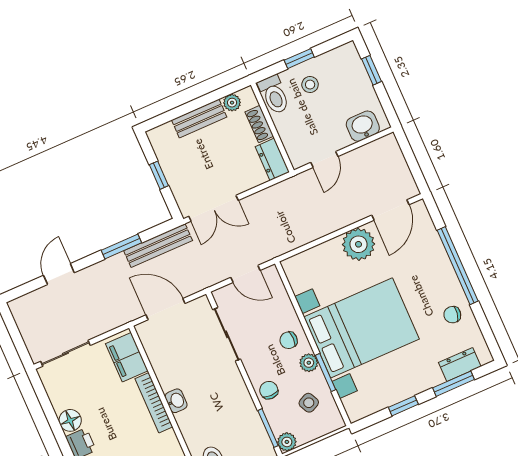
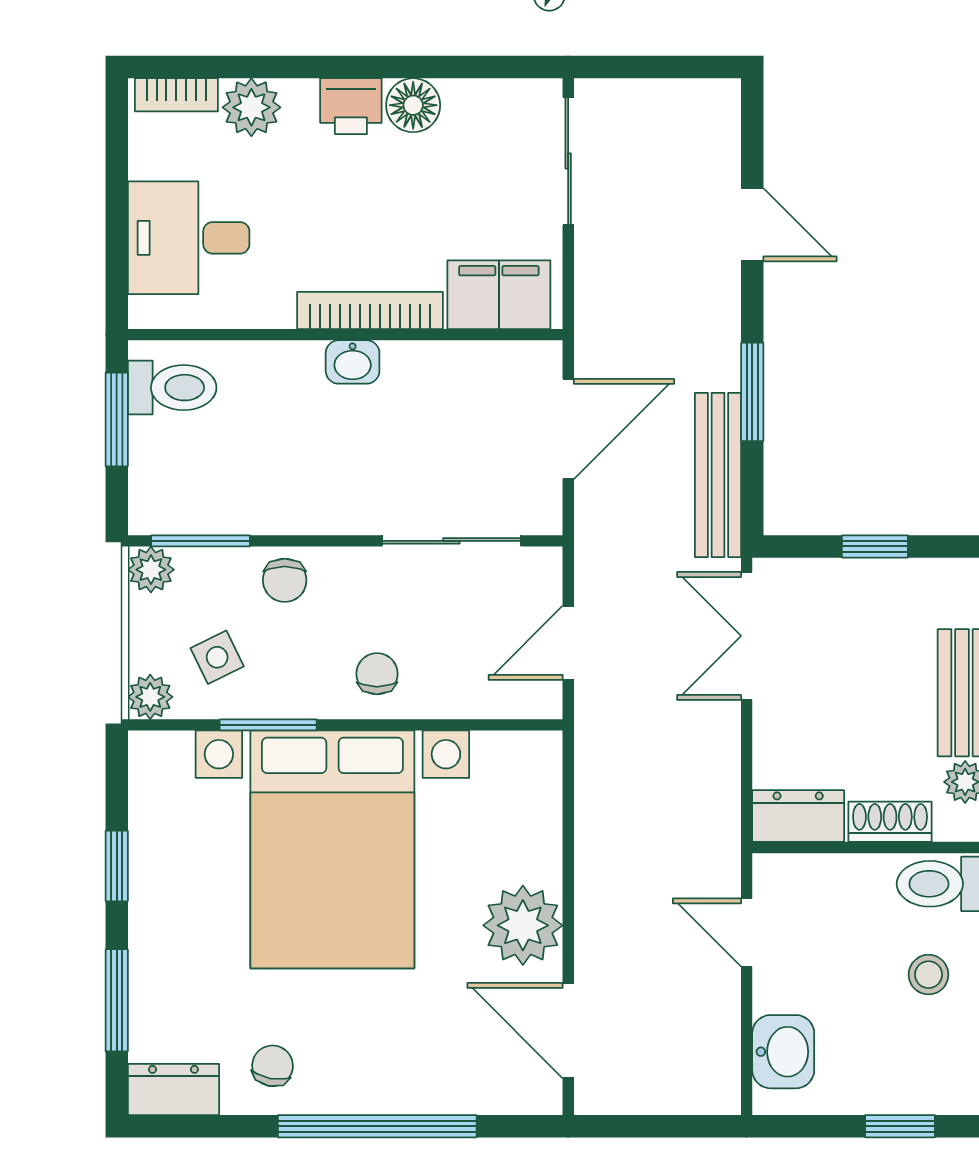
plant: (309, 363) -> (150, 697), moved
dresser: (460, 365) -> (173, 1089), moved, turned -90
chair: (269, 390) -> (285, 580), turned 90

